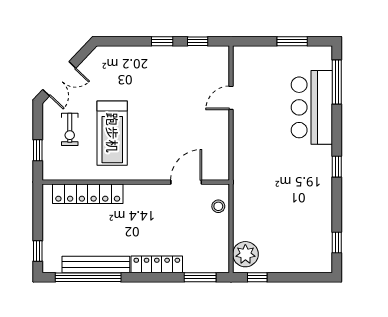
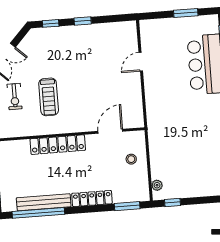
window: (198, 41) -> (51, 23), moved
treadmill: (112, 133) -> (49, 97), width x0.73, depth x0.73
locker: (88, 194) -> (58, 145), moved
stool: (218, 206) -> (131, 159), moved
plant: (245, 254) -> (157, 185), width x0.53, depth x0.53

